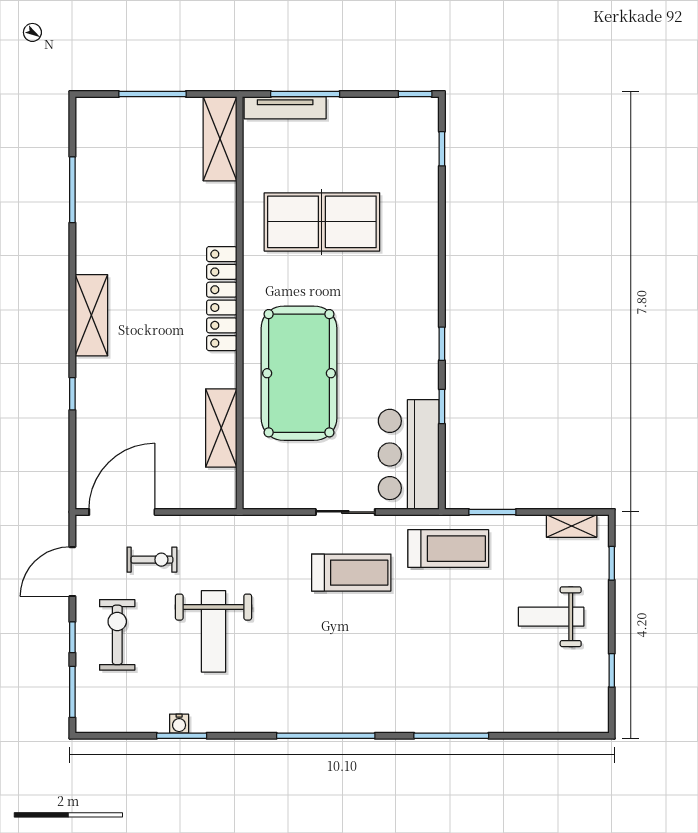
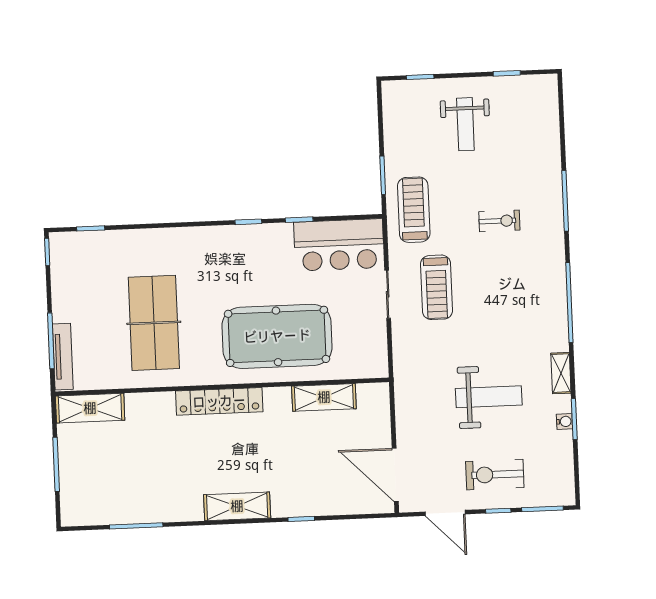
shelving: (572, 526) -> (561, 373), moved
exercise bike: (152, 560) -> (499, 221), moved, turned 90
treadmill: (351, 573) -> (436, 287), turned 180

